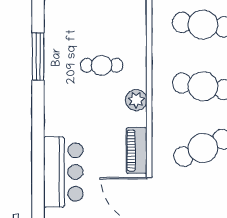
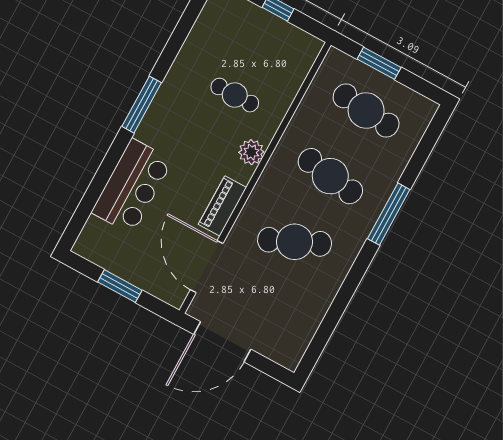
window: (38, 56) -> (142, 105), moved

